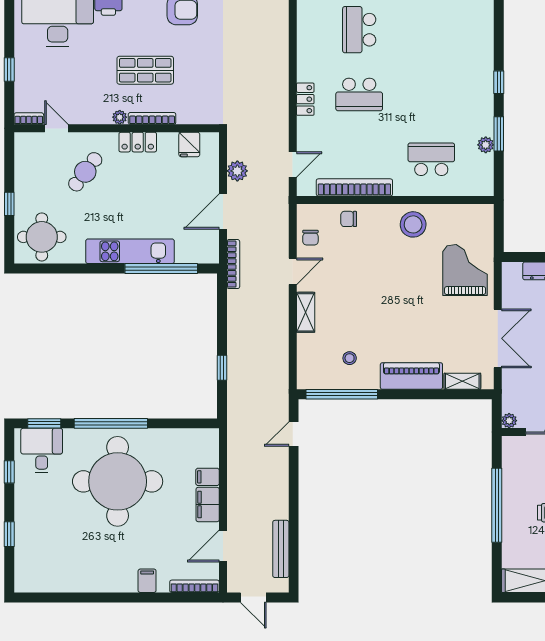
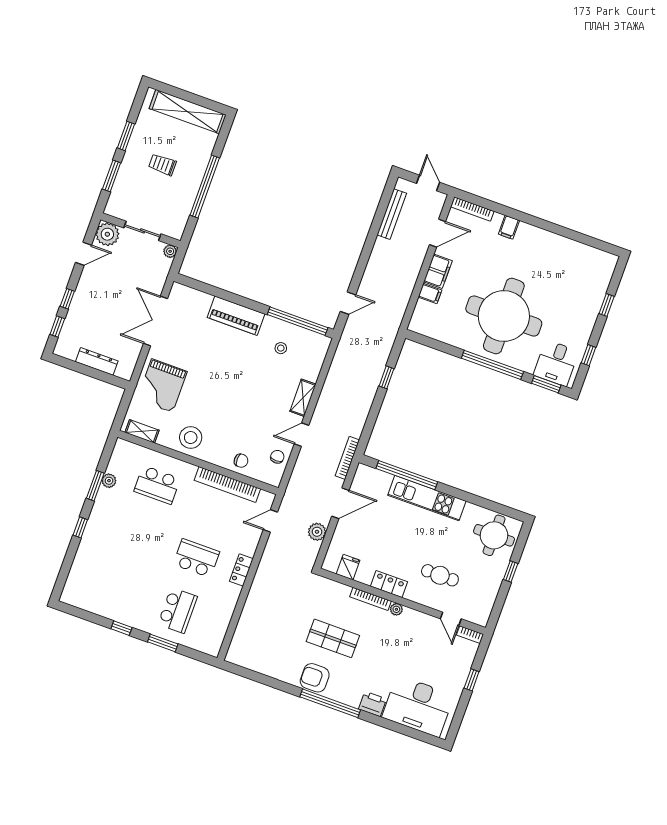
shop shelf: (145, 70) -> (333, 638), moved
cafe table: (85, 172) -> (440, 575), turned 53
shelving: (462, 381) -> (142, 431), moved

